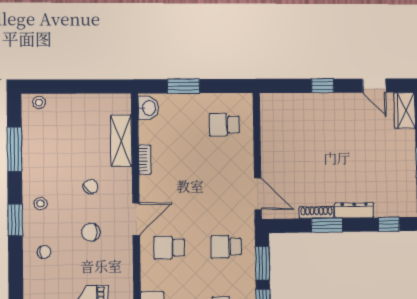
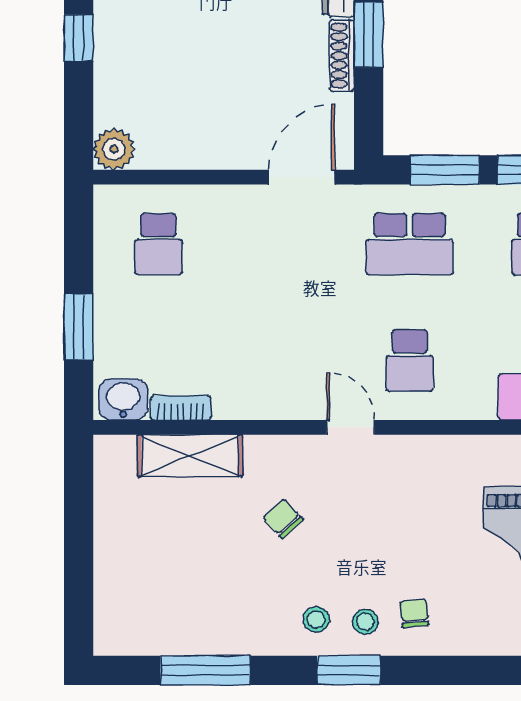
stool: (39, 103) -> (365, 622), moved
plant: (270, 103) -> (114, 149), added
bookcase: (145, 160) -> (181, 408), moved
door: (136, 219) -> (351, 427), width x0.73
chair: (91, 232) -> (376, 519), removed
school desk: (226, 247) -> (410, 244), width x1.85

